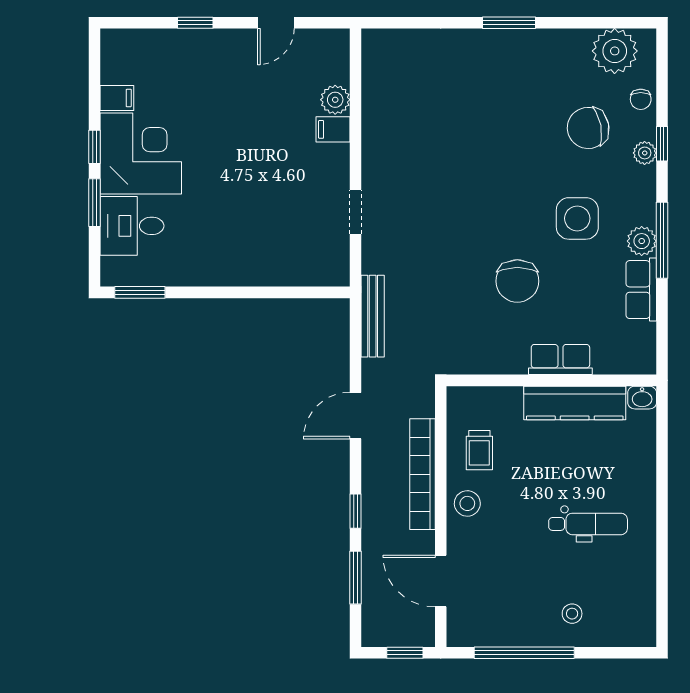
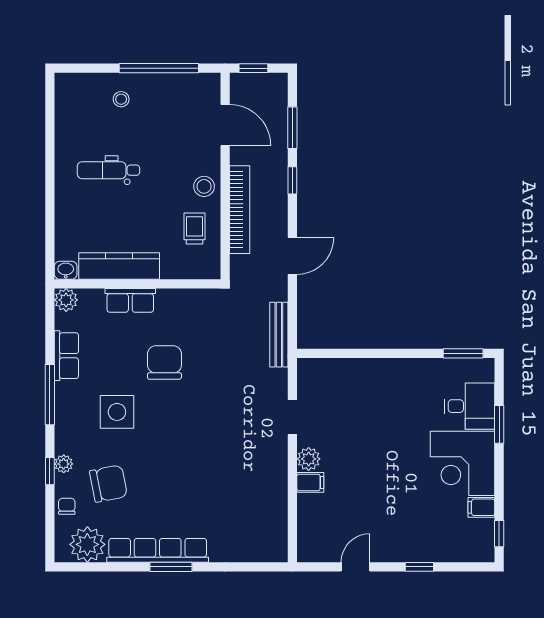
row of seats: (526, 44) -> (158, 550), added
plant: (335, 100) -> (309, 459), moved
window: (94, 147) -> (499, 534), moved
plant: (642, 241) -> (66, 300), moved

